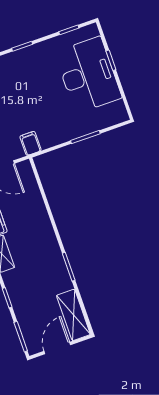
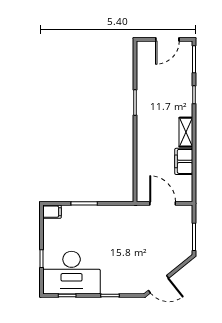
desk: (88, 75) -> (72, 273), moved, turned -90
filing cabinet: (30, 143) -> (52, 212), moved, turned -90
shelving: (73, 315) -> (145, 62), removed

